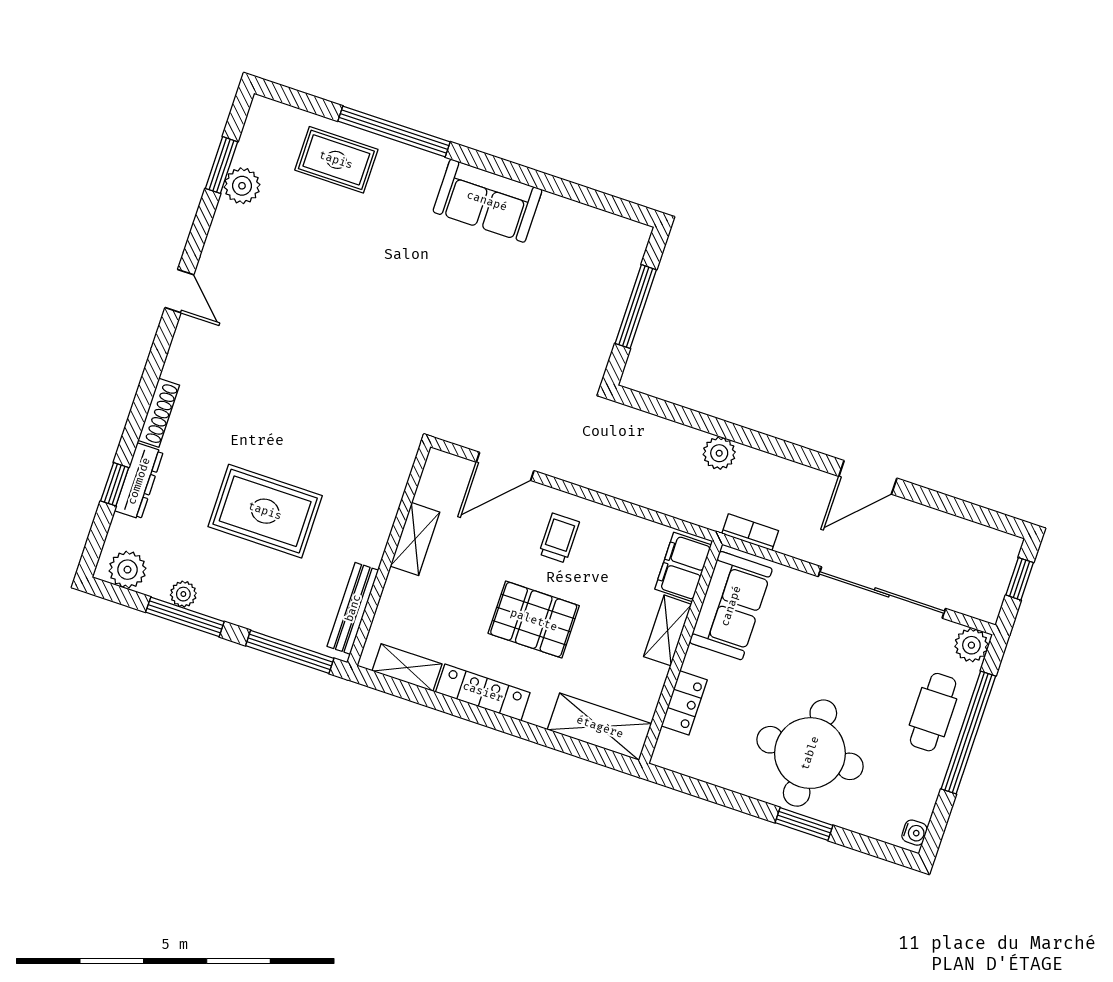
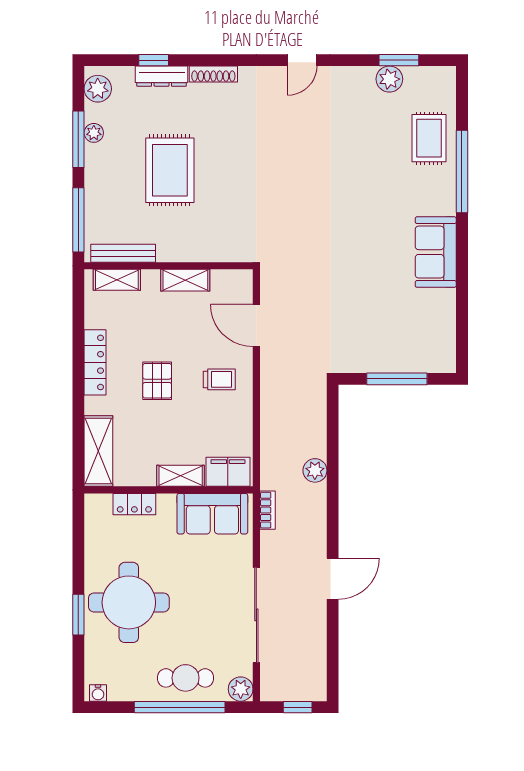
door: (868, 477) -> (333, 579), swing flipped
pallet: (534, 620) -> (157, 381), width x0.67, depth x0.71
shelving: (407, 668) -> (117, 280), moved, turned 90

